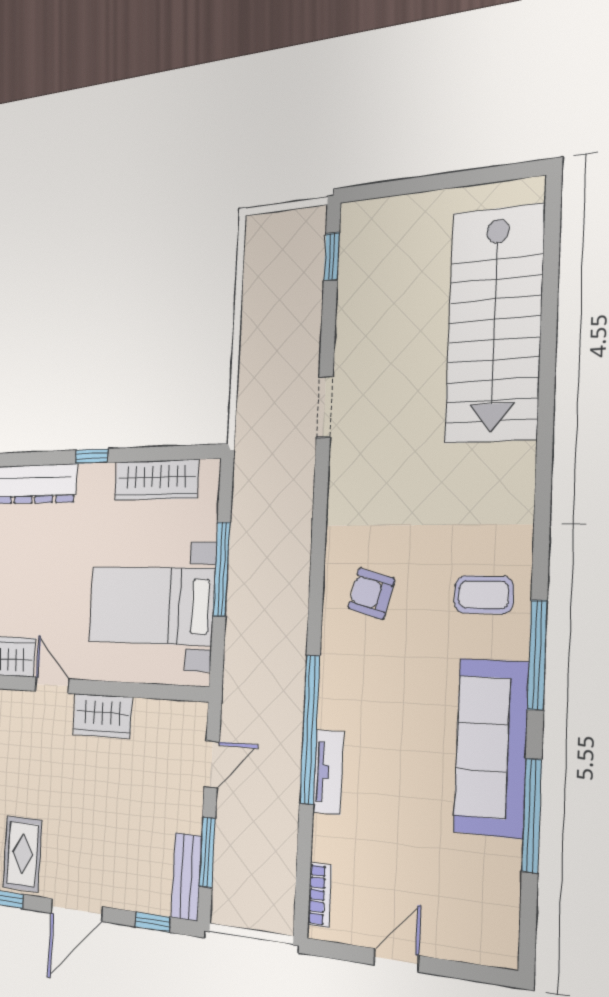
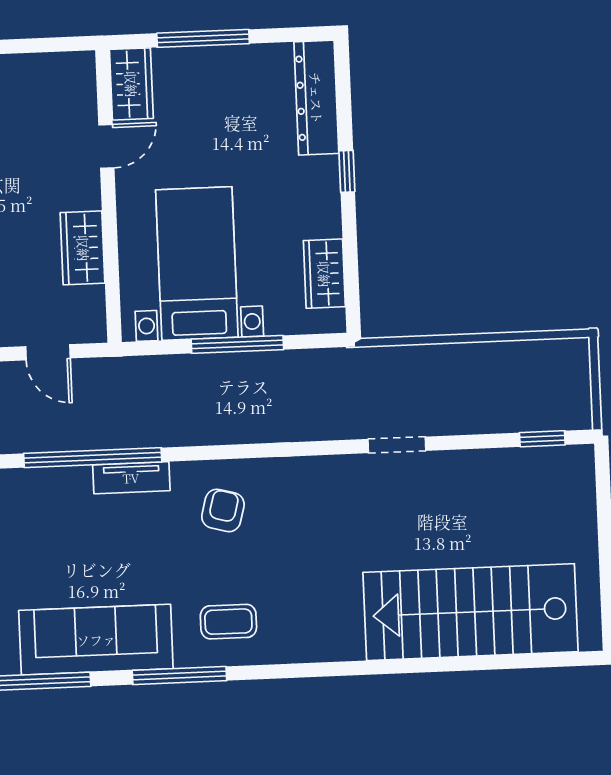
wardrobe: (156, 480) -> (324, 274), width x0.67
coffee table: (484, 595) -> (228, 622), turned 90
wardrobe: (102, 716) -> (83, 248), moved
tv unit: (328, 772) -> (131, 478), moved

